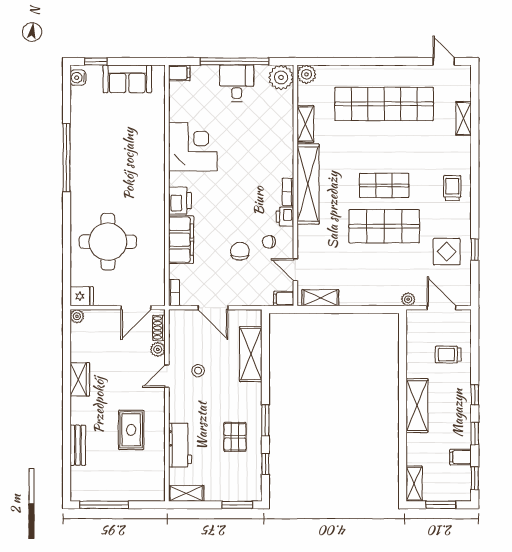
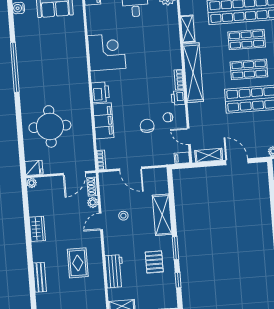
shop shelf: (384, 145) -> (247, 40), added
door: (358, 309) -> (237, 162), added
shelving: (251, 354) -> (162, 215), moved

